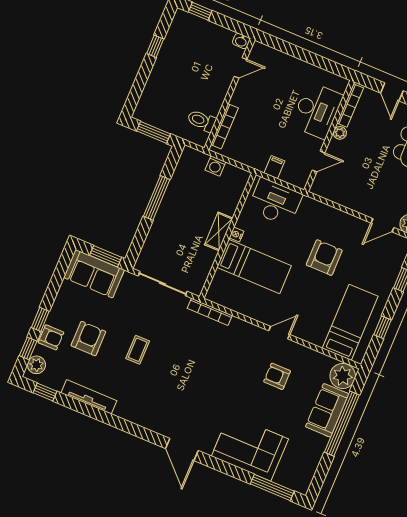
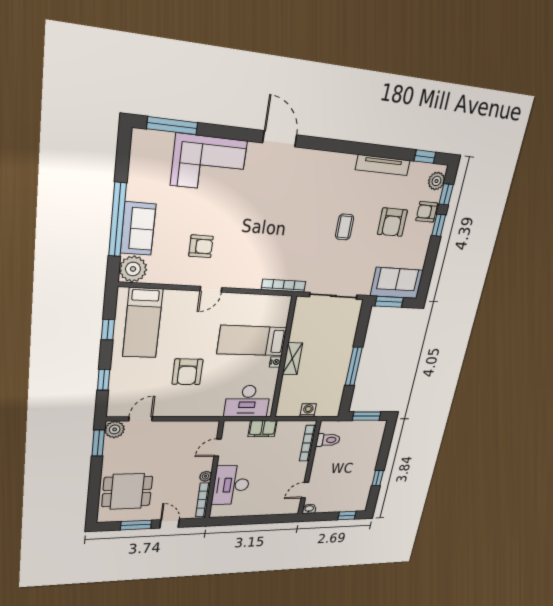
filing cabinet: (274, 167) -> (263, 429), width x2.00

